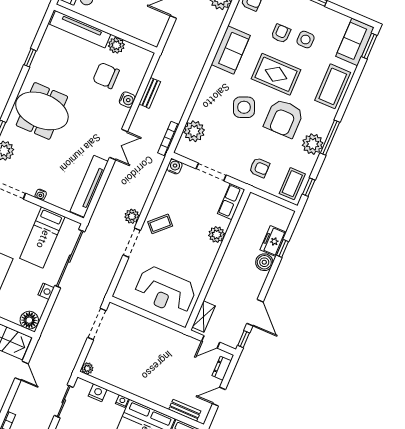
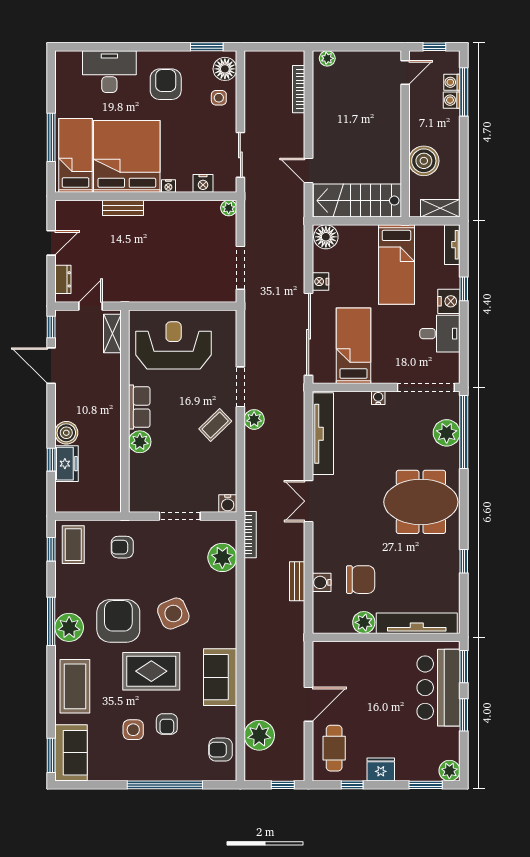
water cooler: (127, 100) -> (322, 582), moved
plant: (313, 144) -> (69, 627), moved
row of seats: (231, 202) -> (139, 407), moved
bench: (185, 410) -> (123, 208), moved

